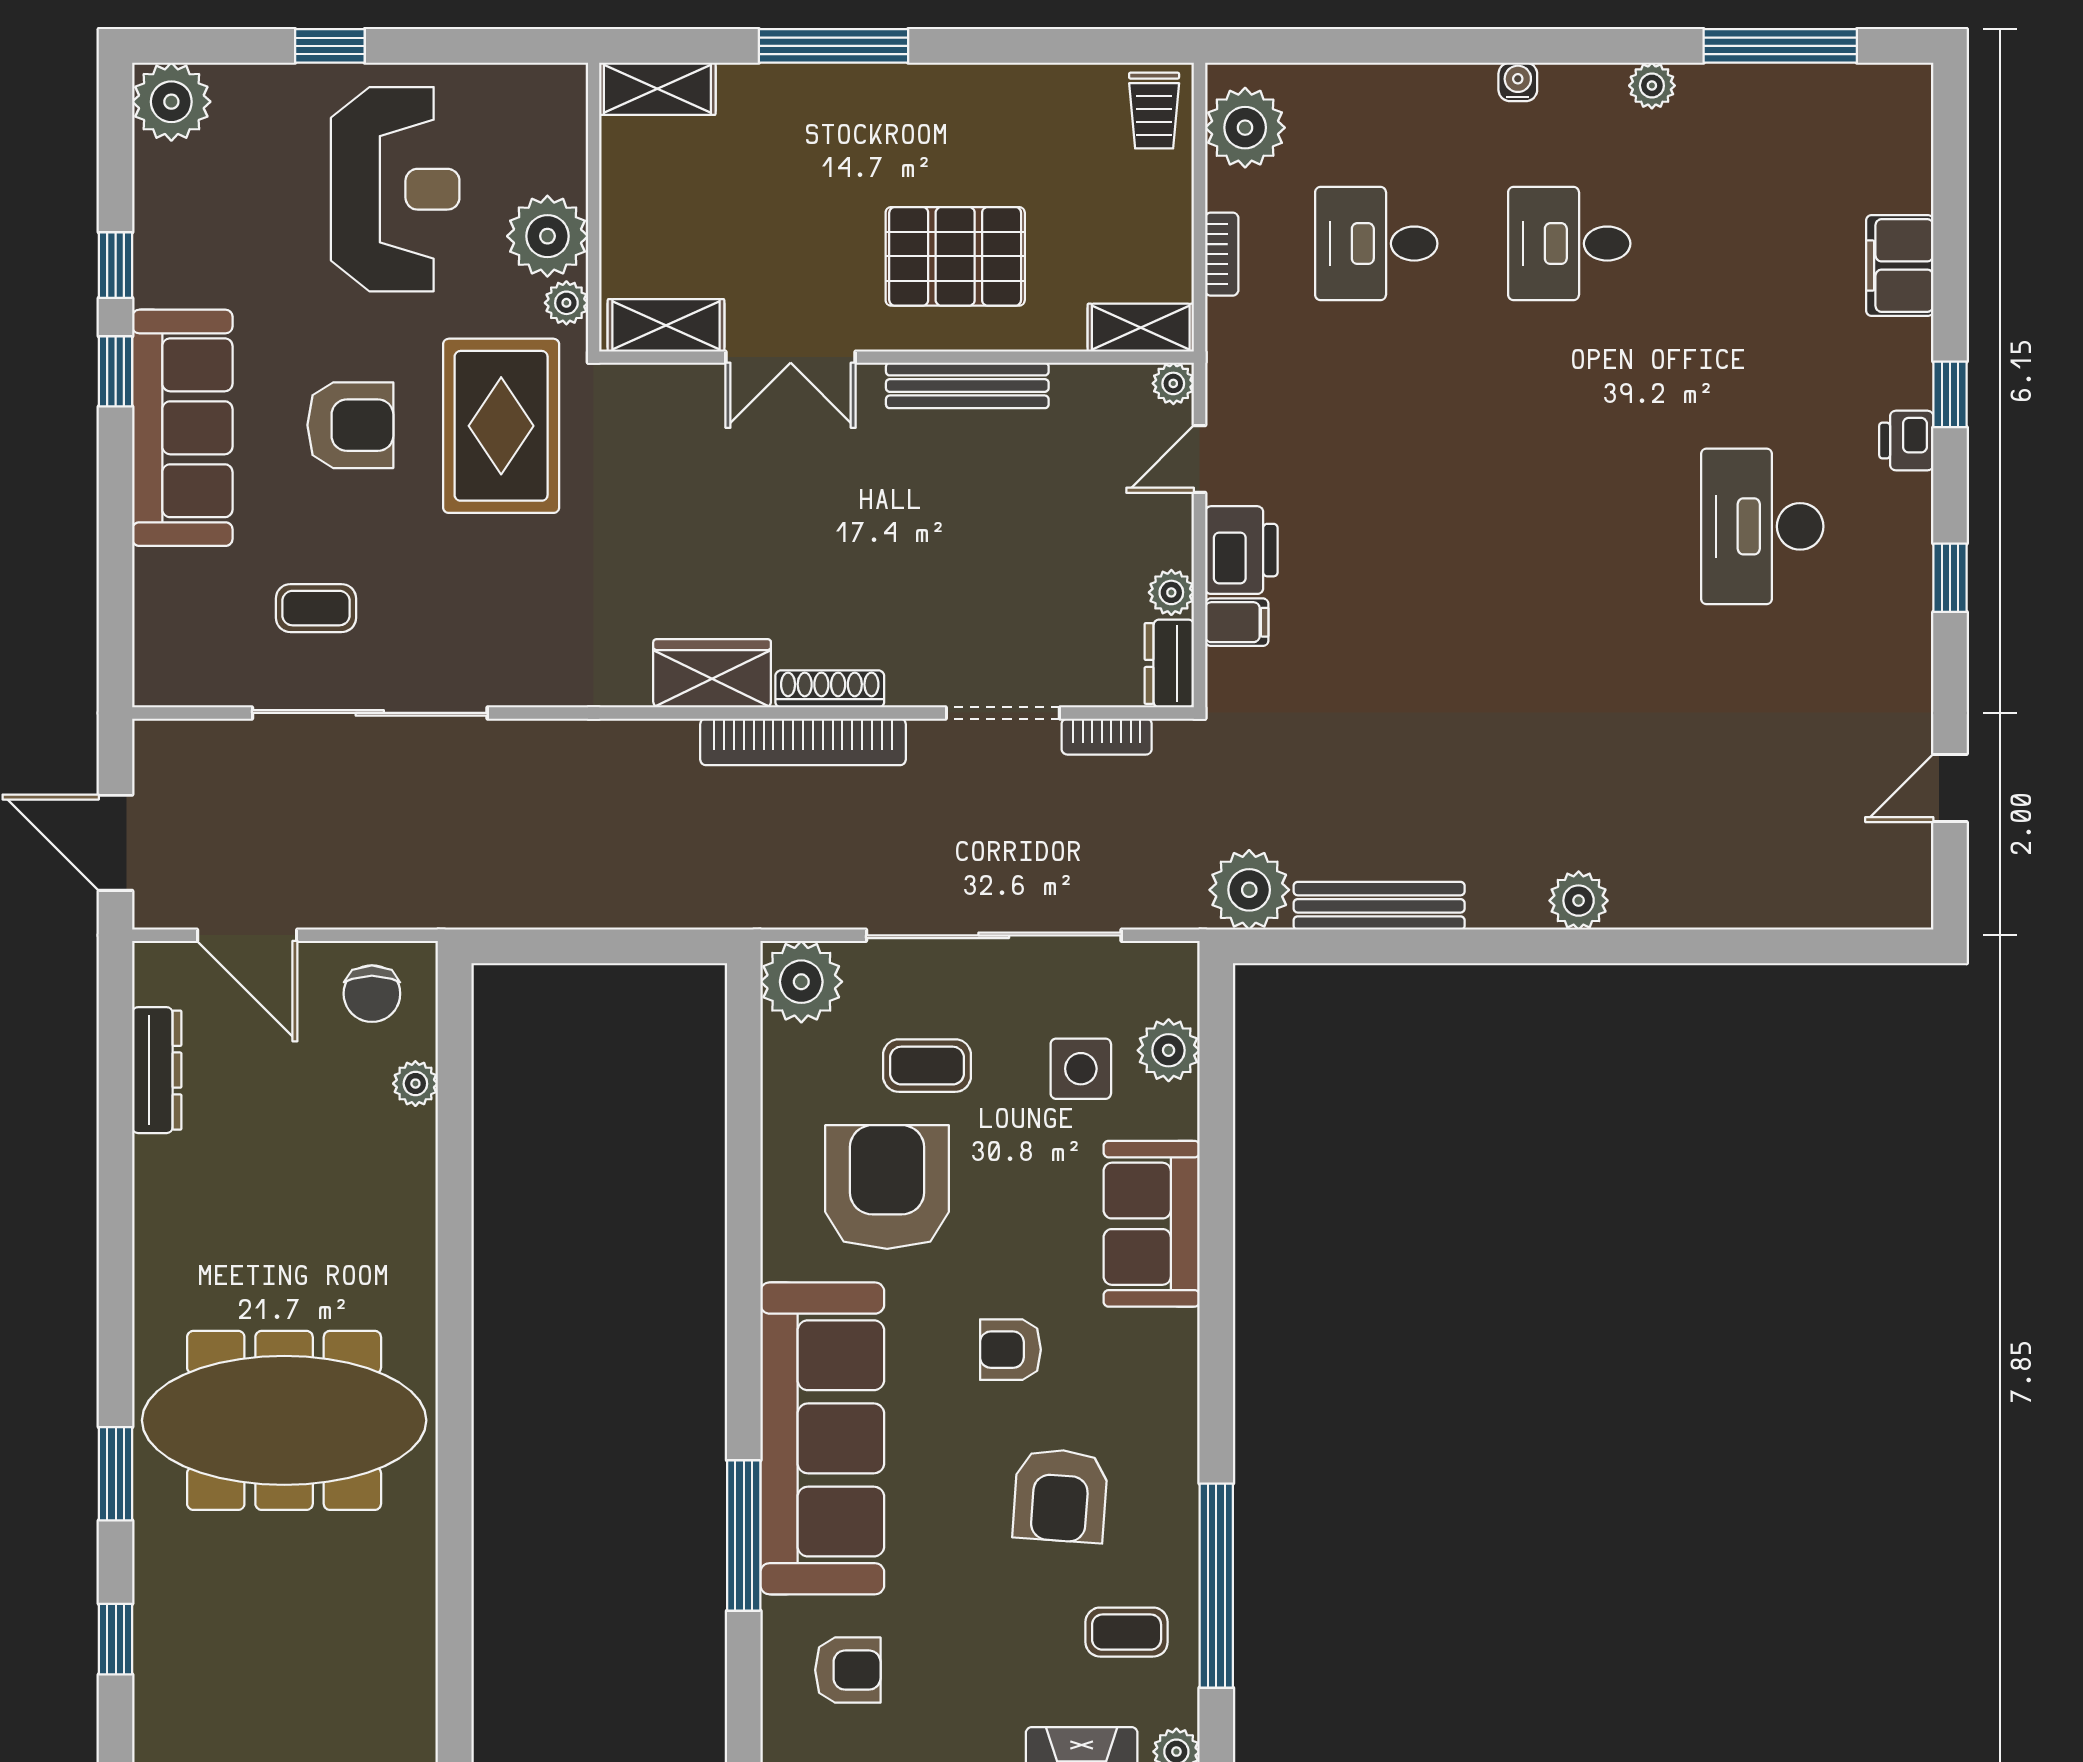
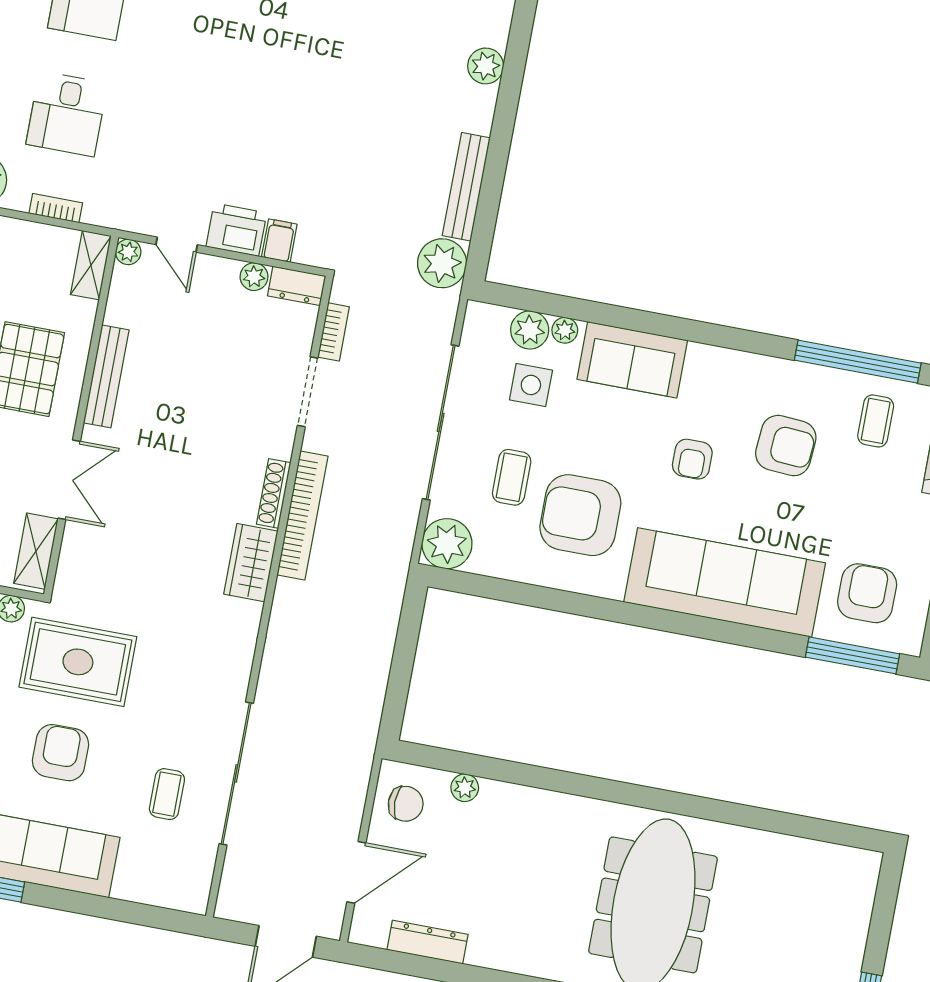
plant: (1179, 1107) -> (565, 330), added
window: (744, 1536) -> (852, 655), moved
armchair: (848, 1670) -> (867, 593), width x1.38, depth x1.38

